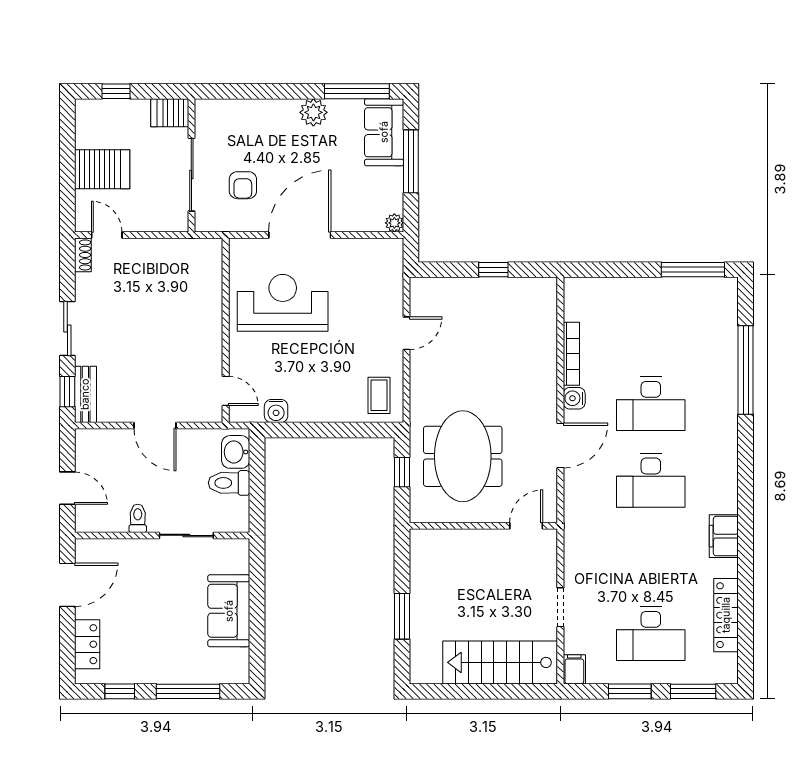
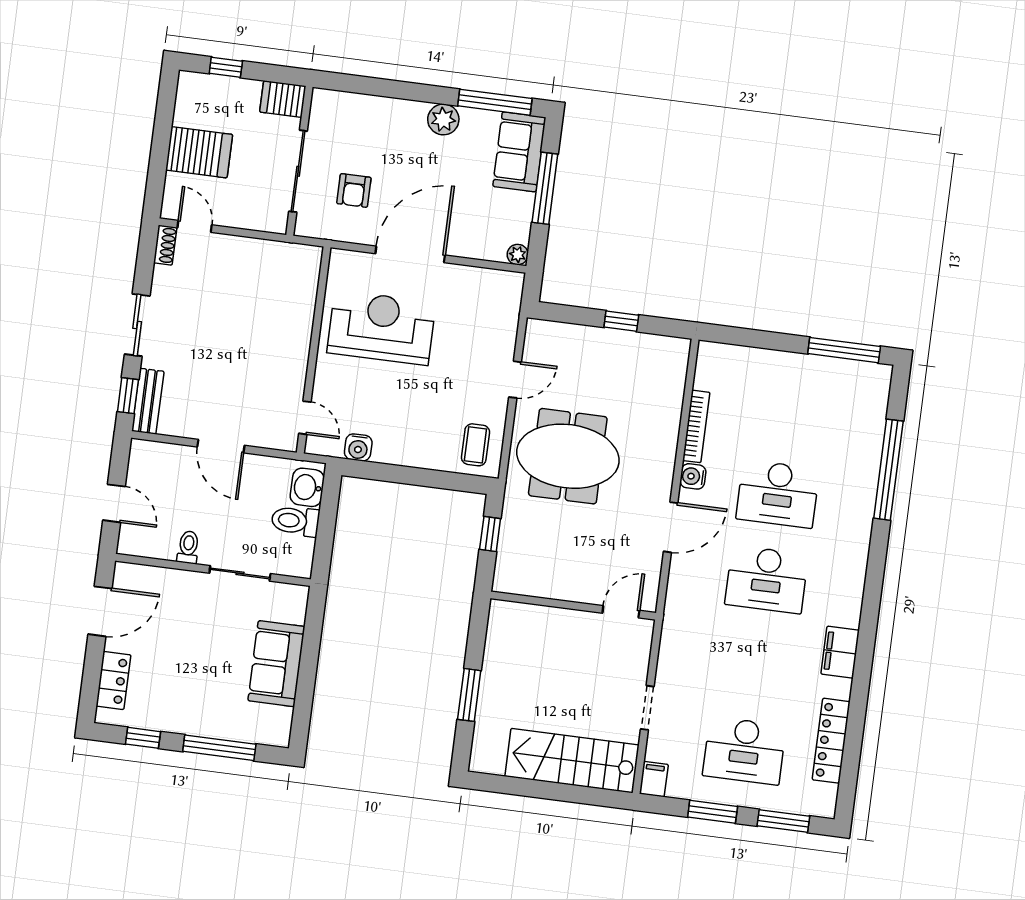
meeting table: (463, 456) -> (568, 456), moved, turned 90

